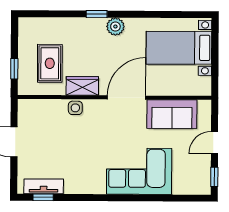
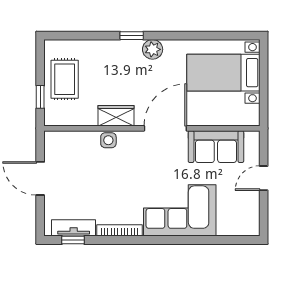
rug: (50, 63) -> (65, 79), moved
window: (214, 177) -> (264, 216), removed
bookcase: (85, 189) -> (120, 230), added

